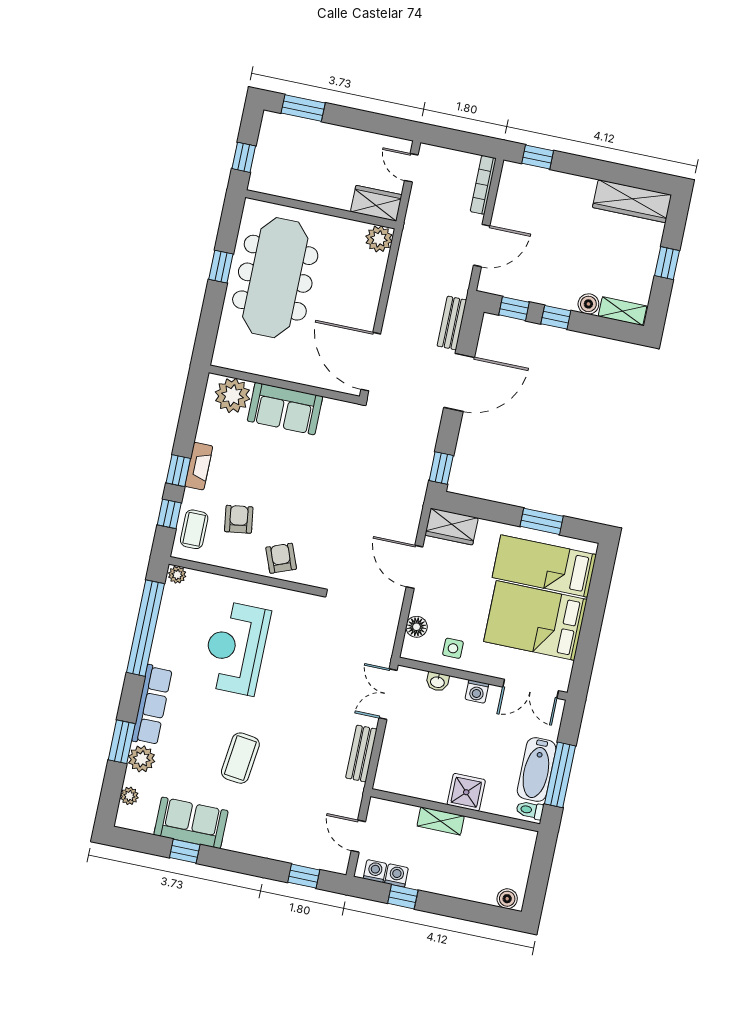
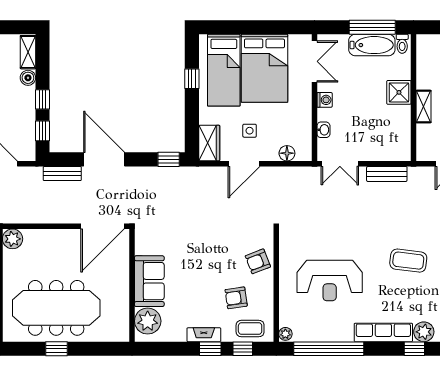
window: (542, 521) -> (192, 79), width x0.67
side table: (453, 648) -> (250, 131), moved
window: (122, 742) -> (414, 349), width x0.67

